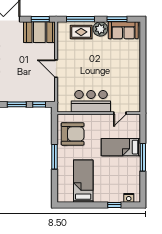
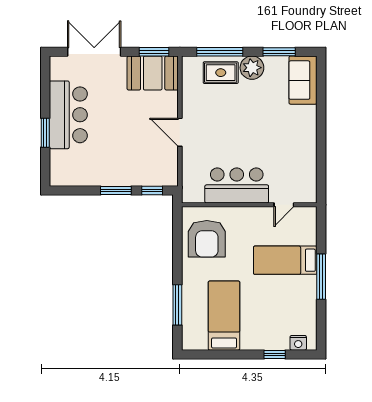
sofa: (123, 30) -> (303, 80), moved, turned 90
armchair: (73, 134) -> (207, 239), turned 90
window: (55, 157) -> (177, 305), moved

